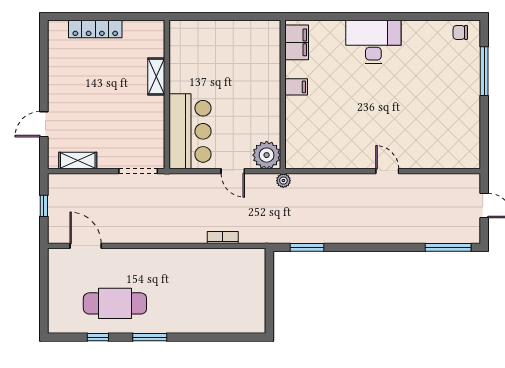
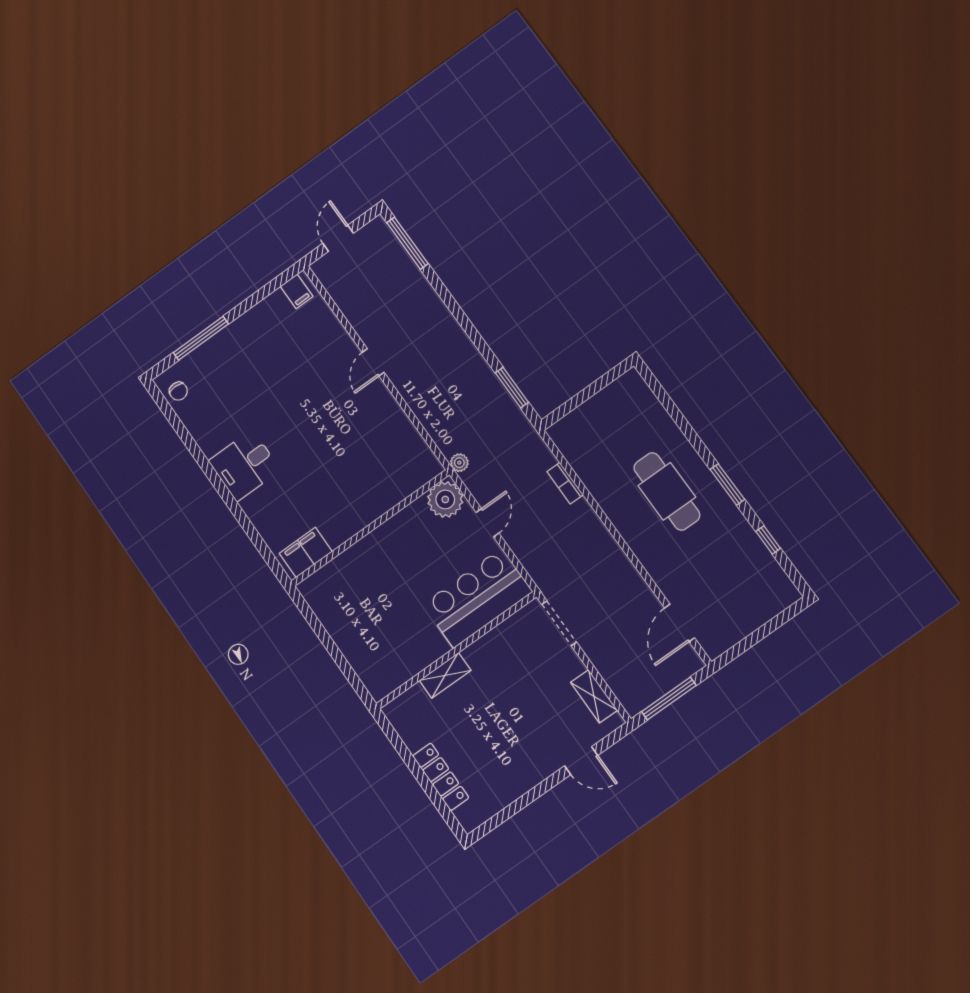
desk: (373, 42) -> (245, 465), width x0.73
filing cabinet: (296, 87) -> (297, 291), moved, turned 180
window: (44, 206) -> (669, 699), width x2.17
cafe table: (115, 303) -> (667, 491), moved

